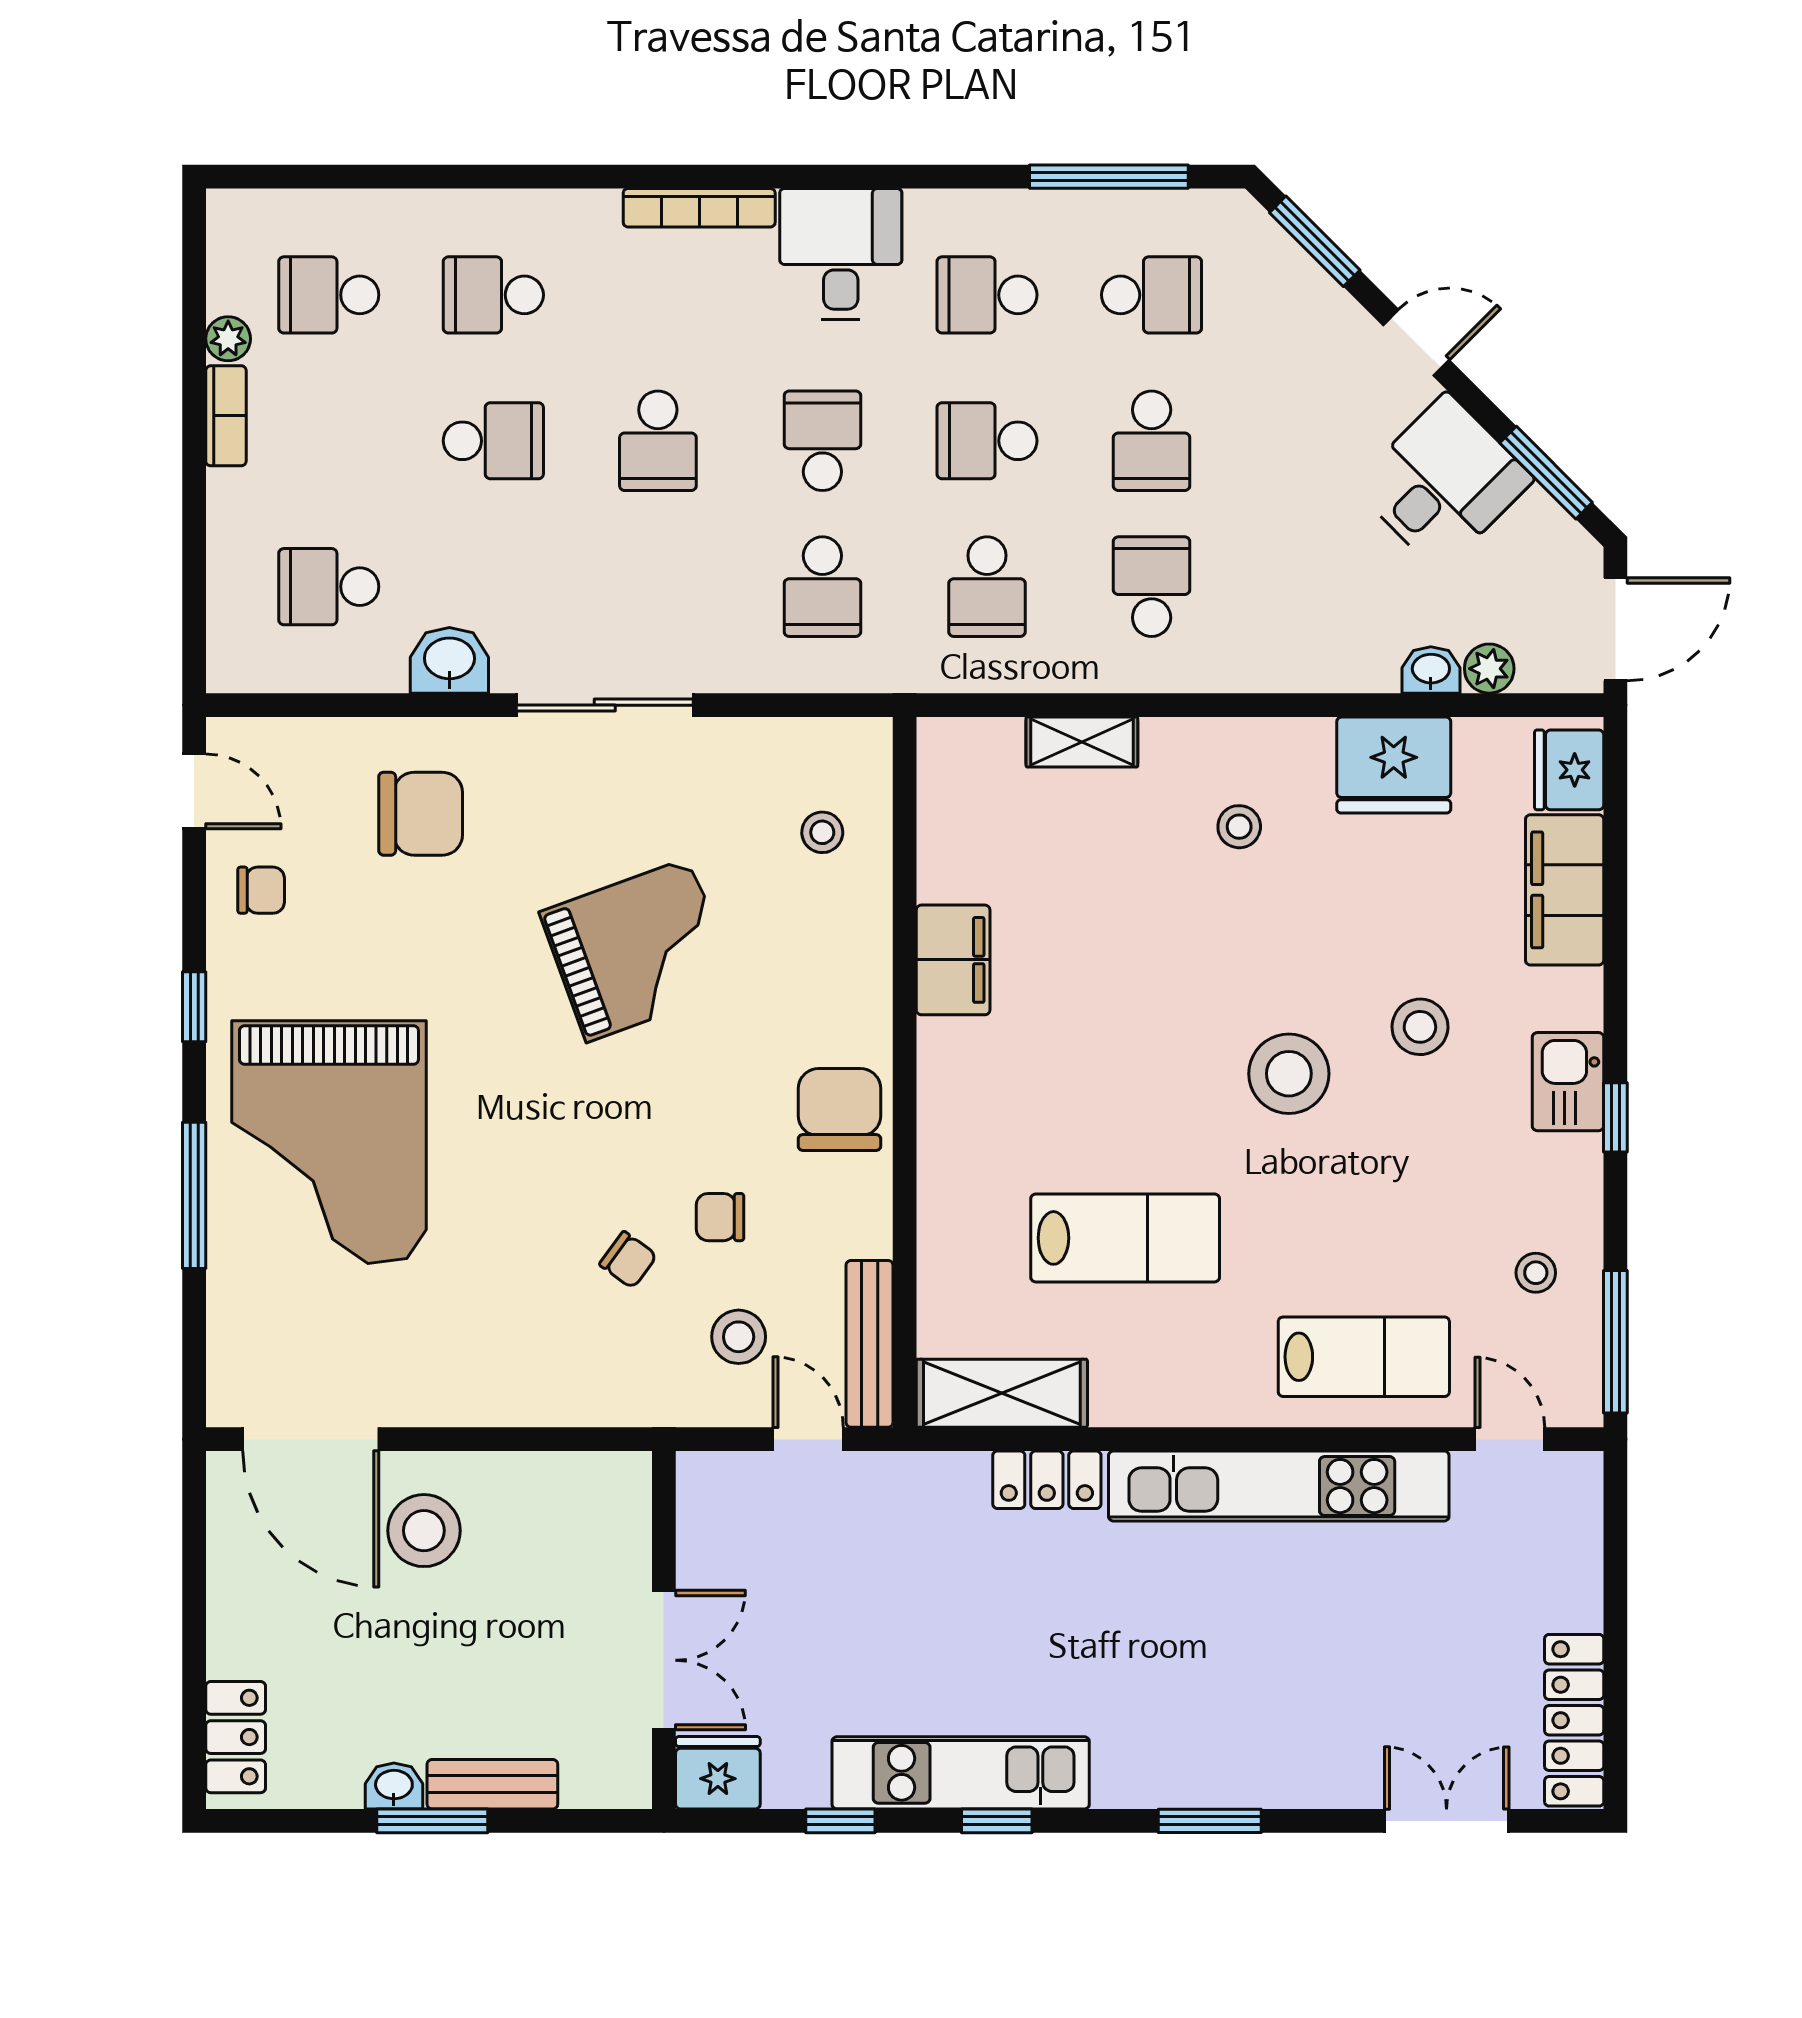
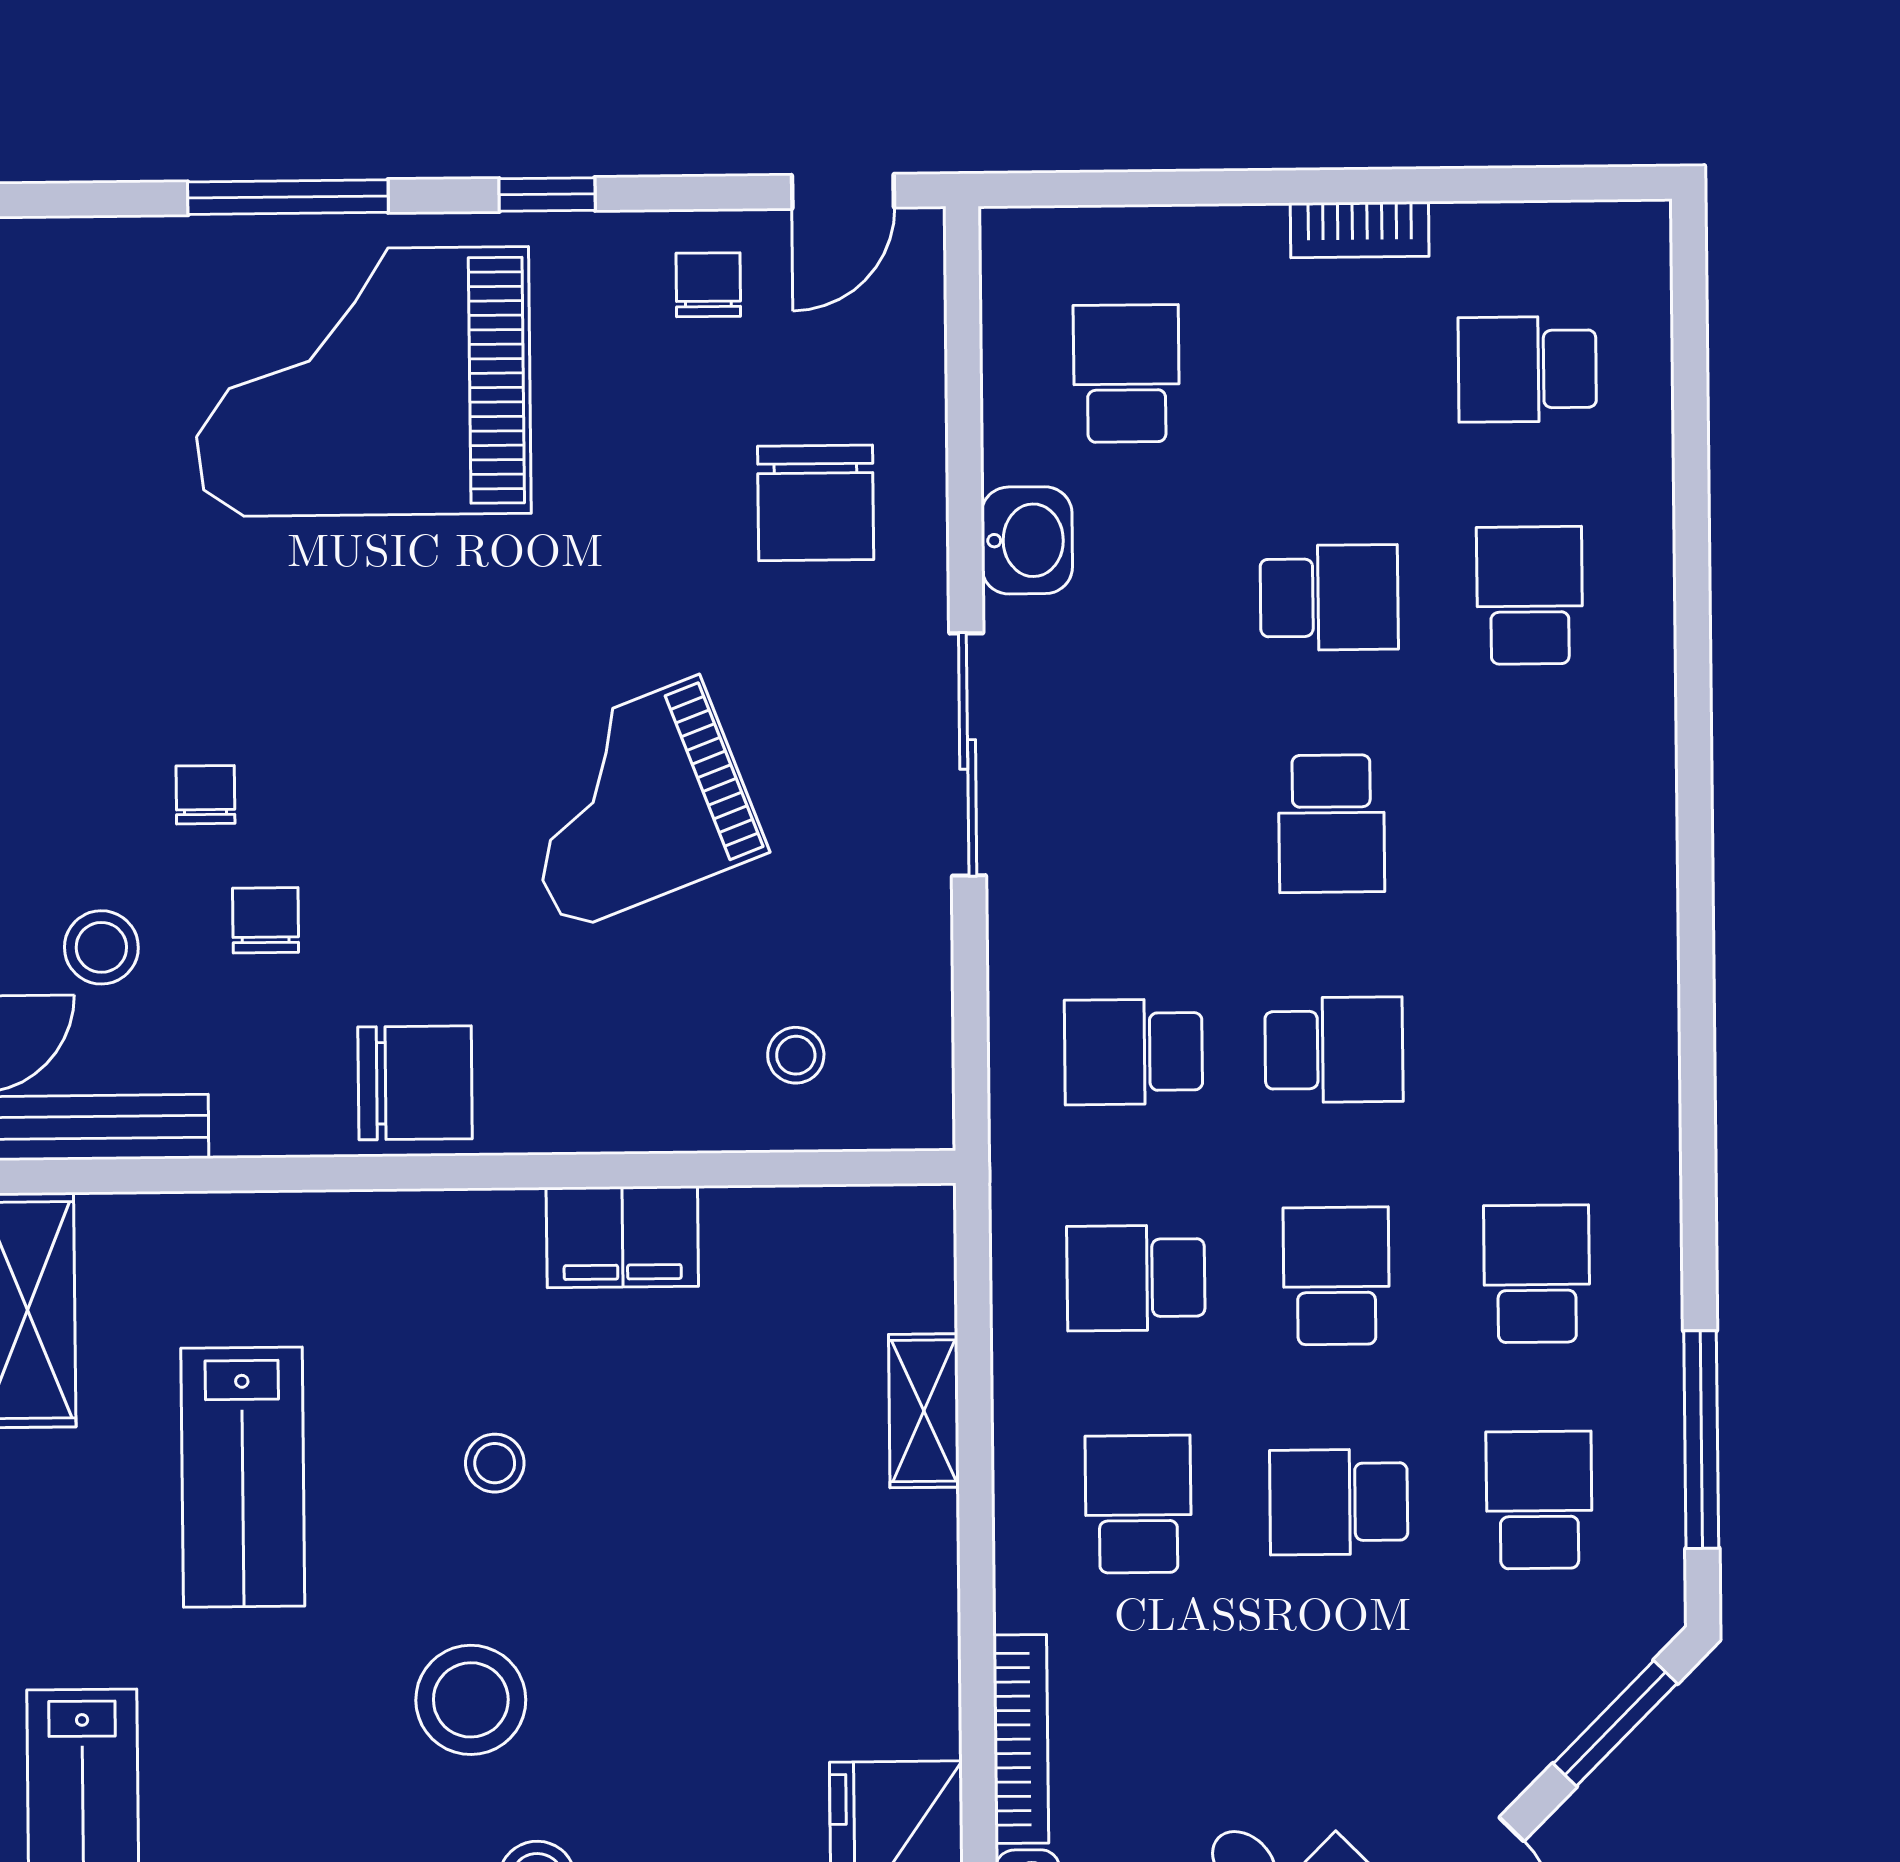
bookcase: (699, 208) -> (1021, 1739), moved, turned 180
desk: (841, 254) -> (1591, 1072), removed
school desk: (329, 295) -> (1527, 369), turned -90
school desk: (1152, 295) -> (1539, 1500), turned 180
plant: (228, 339) -> (1466, 232), removed
school desk: (493, 441) -> (1329, 597), turned -90
school desk: (658, 441) -> (1332, 824), turned -90
school desk: (1152, 587) -> (1138, 1504), turned -90
stool: (1239, 827) -> (495, 1463), moved
chair: (261, 890) -> (708, 285), turned 180
grand piano: (638, 950) -> (632, 804), turned 89
chair: (628, 1260) -> (205, 795), turned 144

